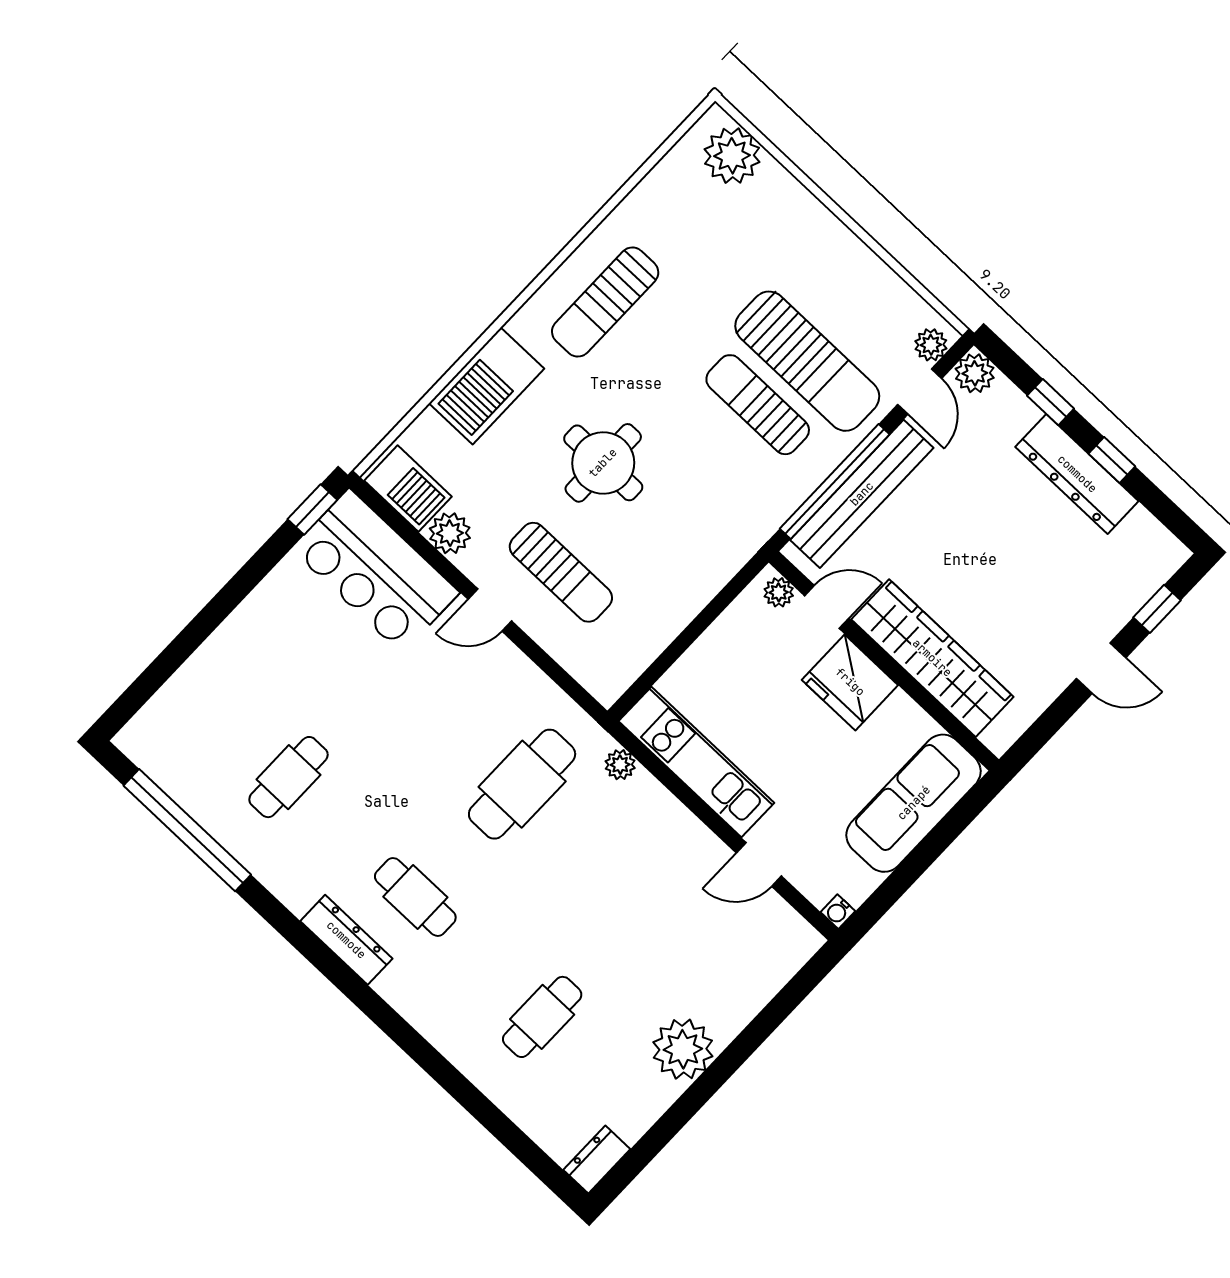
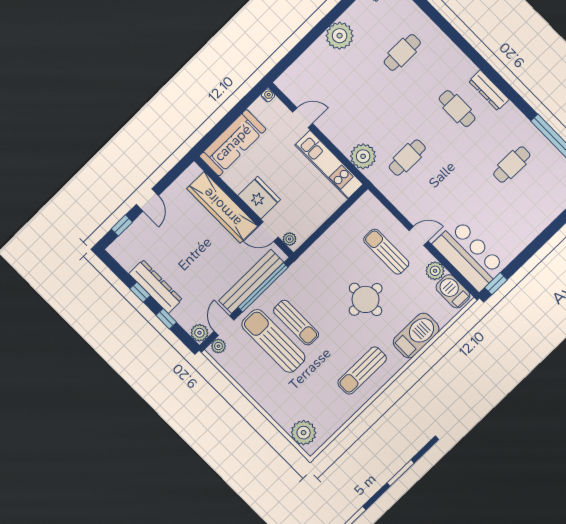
sun lounger: (605, 302) -> (362, 371), turned 180
door: (1101, 668) -> (147, 200), swing flipped
plant: (620, 765) -> (363, 156), width x1.87, depth x1.87
cafe table: (522, 784) -> (407, 158), width x0.73, depth x0.74

